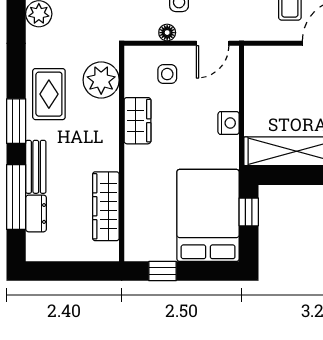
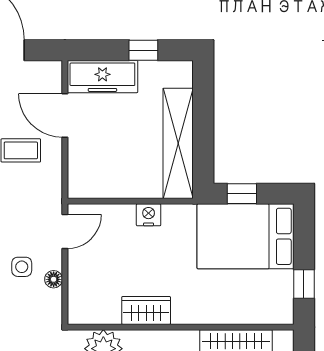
door: (213, 43) -> (65, 232), hinge flipped
side table: (167, 74) -> (97, 279), removed

